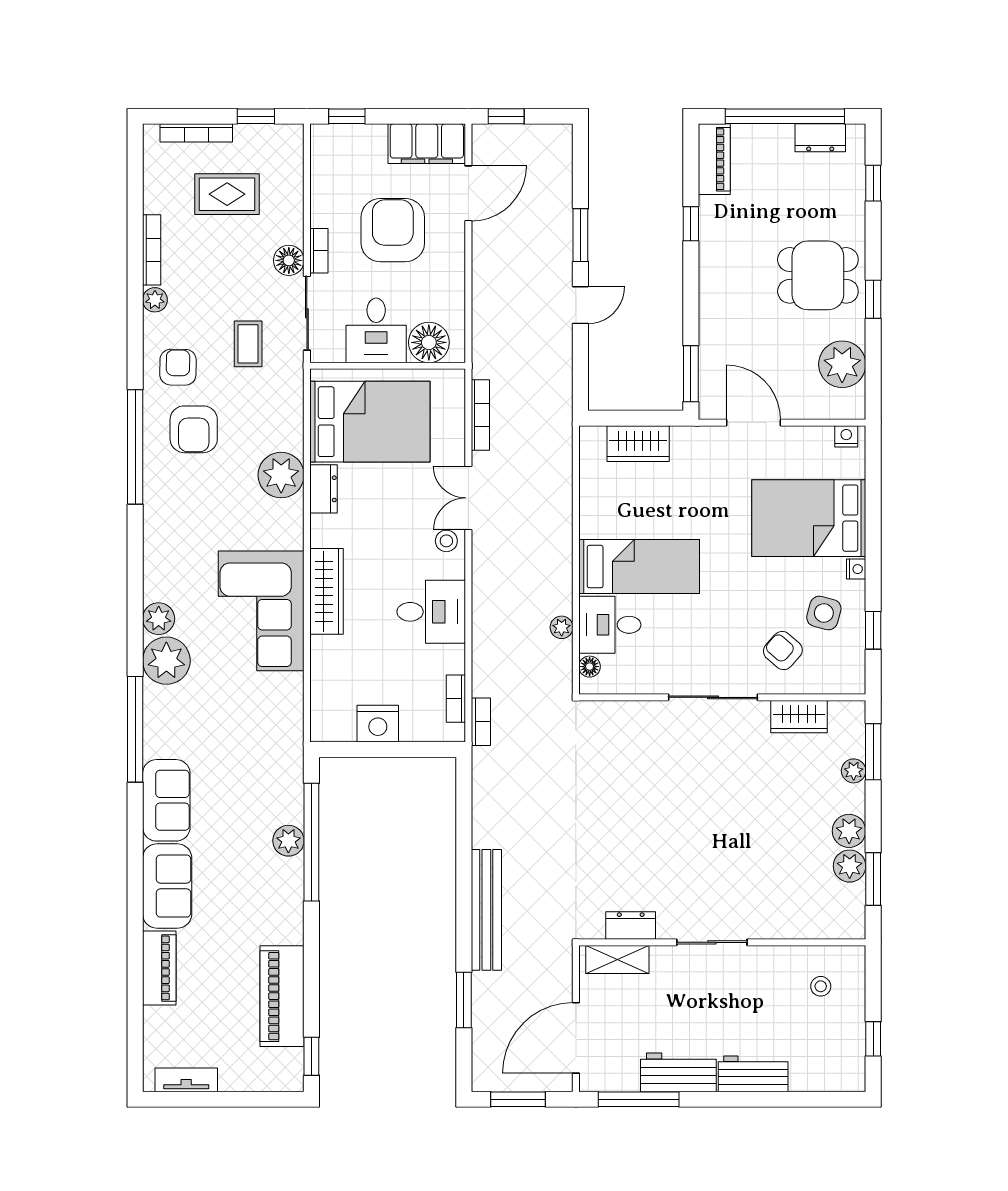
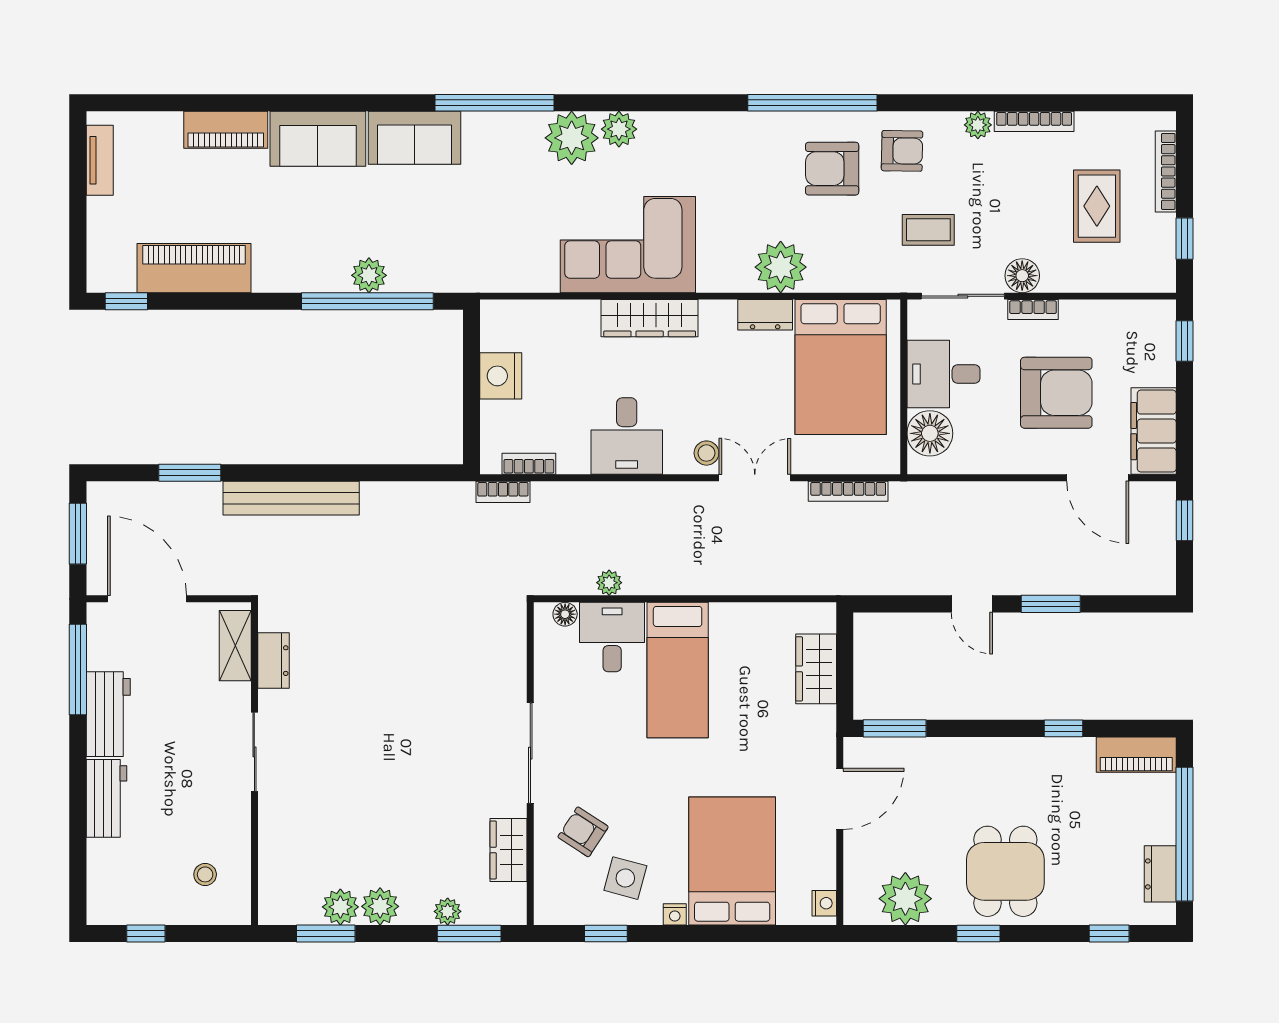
armchair: (783, 651) -> (583, 832), turned -98

